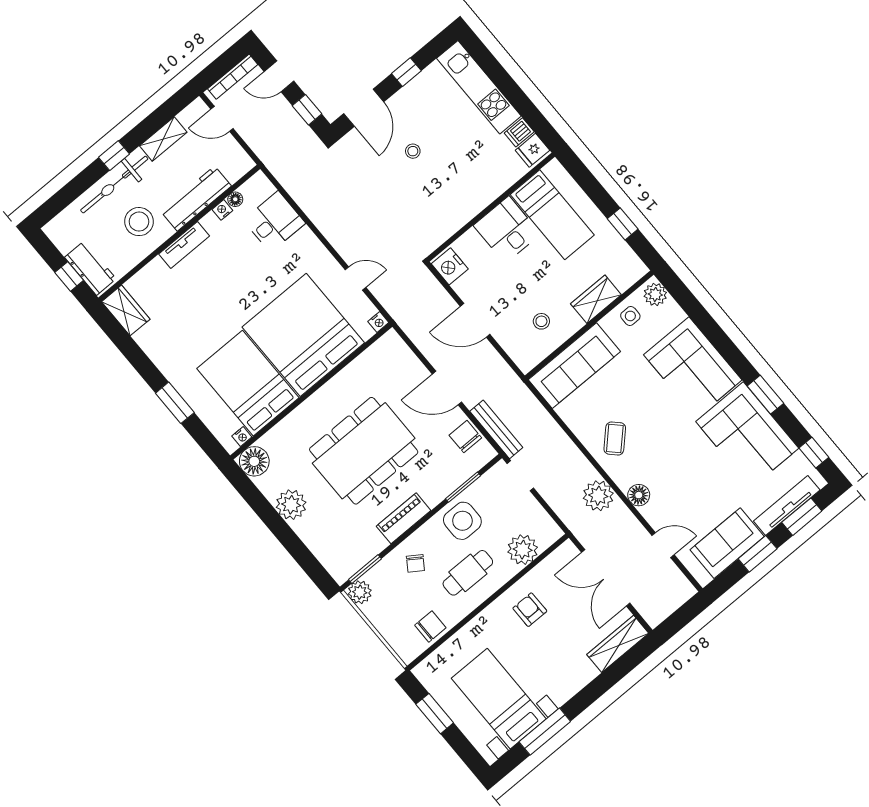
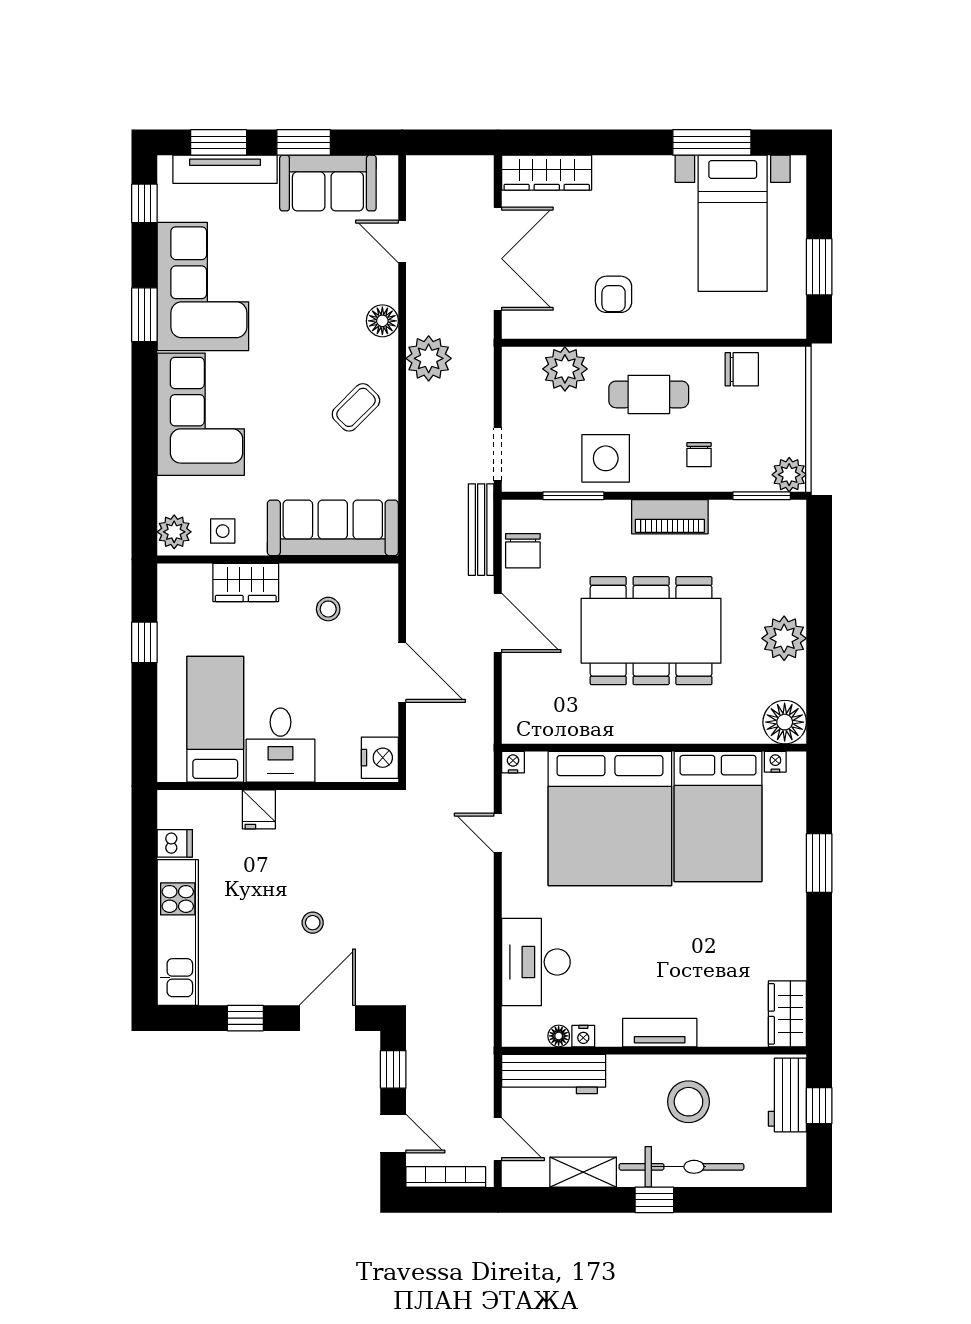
fridge: (532, 150) -> (259, 809), moved, turned 90
workbench: (196, 199) -> (554, 1074), moved
desk: (274, 222) -> (536, 962), width x1.37
chair: (415, 563) -> (699, 455), turned 146
chair: (430, 626) -> (742, 369), turned 180

